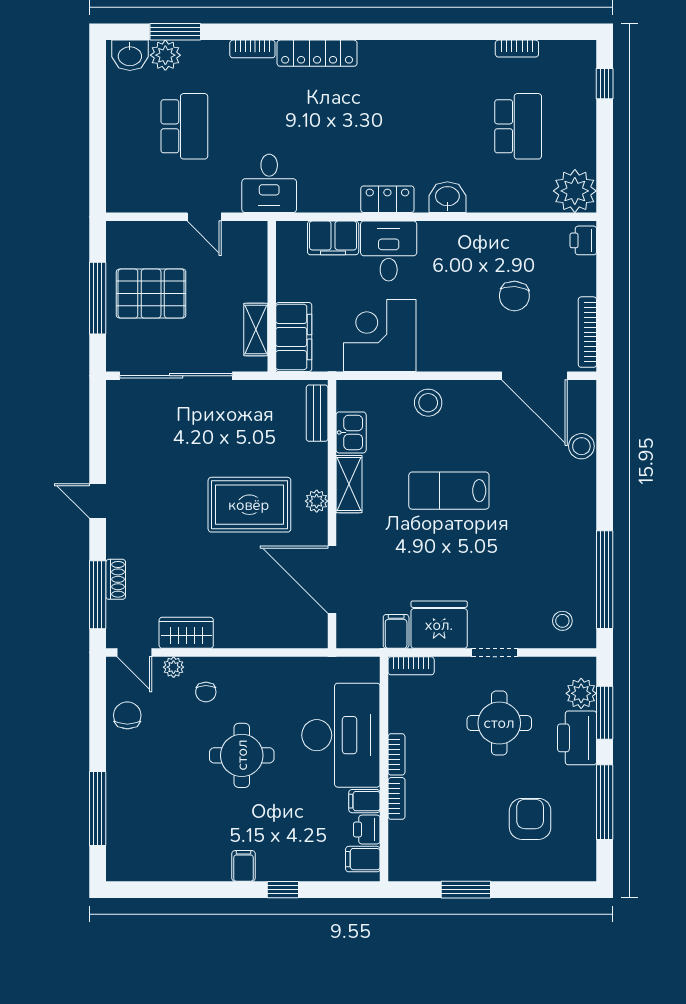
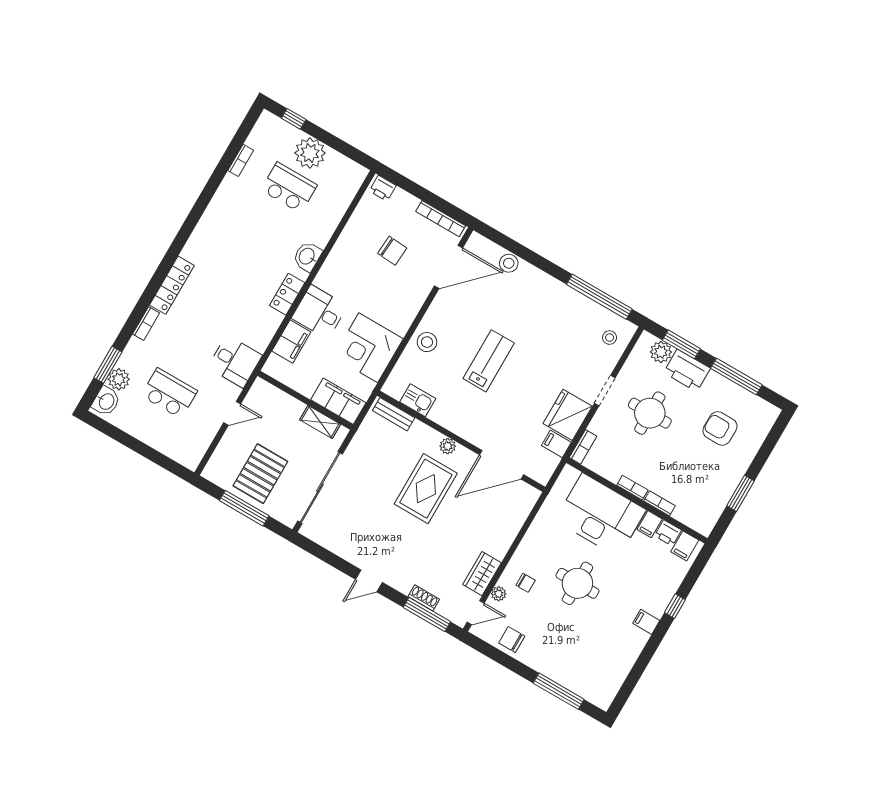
plant: (575, 191) -> (310, 153), moved
shelving: (349, 484) -> (449, 420), removed
lab bench: (449, 491) -> (489, 361), turned 180

